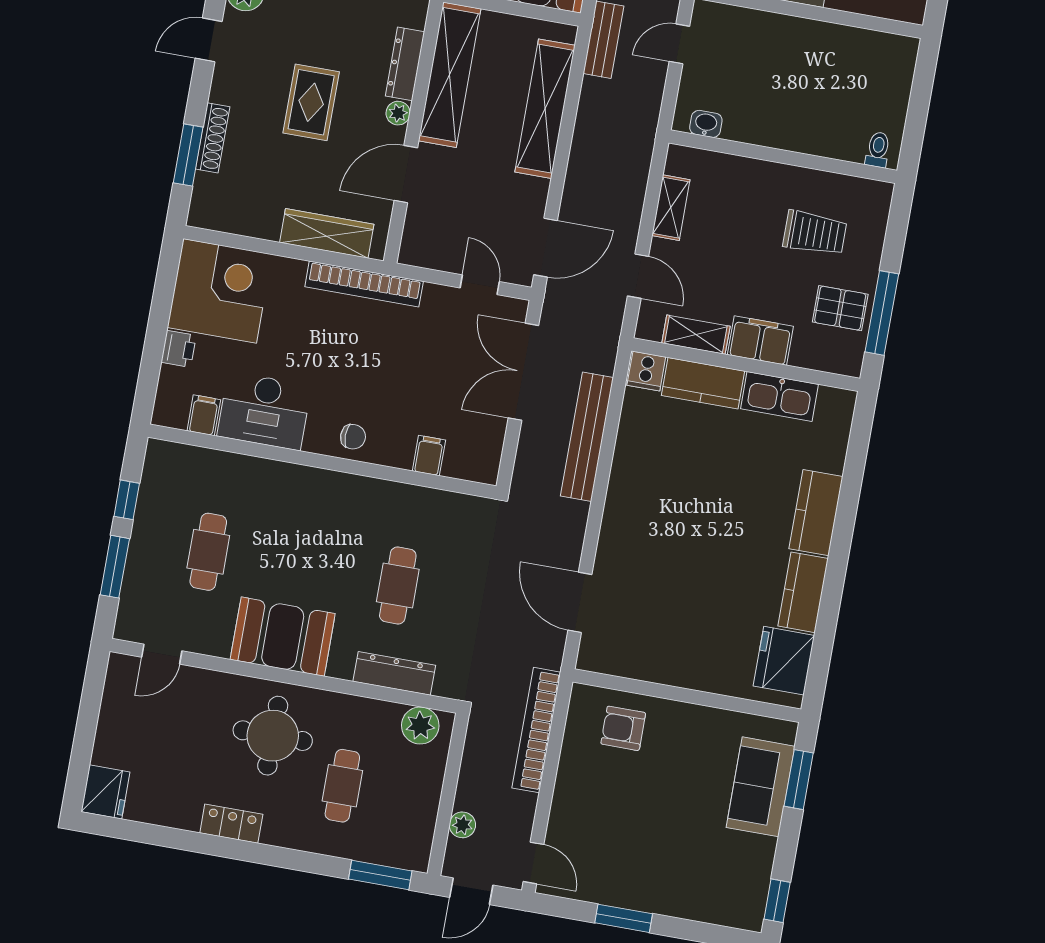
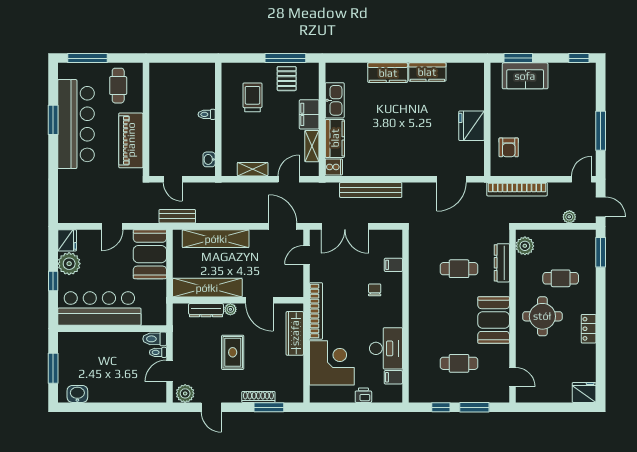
rug: (311, 102) -> (233, 352), turned 90
toilet: (878, 150) -> (207, 114), moved
corner desk: (220, 291) -> (332, 363), moved, turned 90
chair: (353, 437) -> (375, 290), moved
fridge: (784, 661) -> (472, 126), moved, turned 90
window: (624, 918) -> (601, 131), width x1.44

